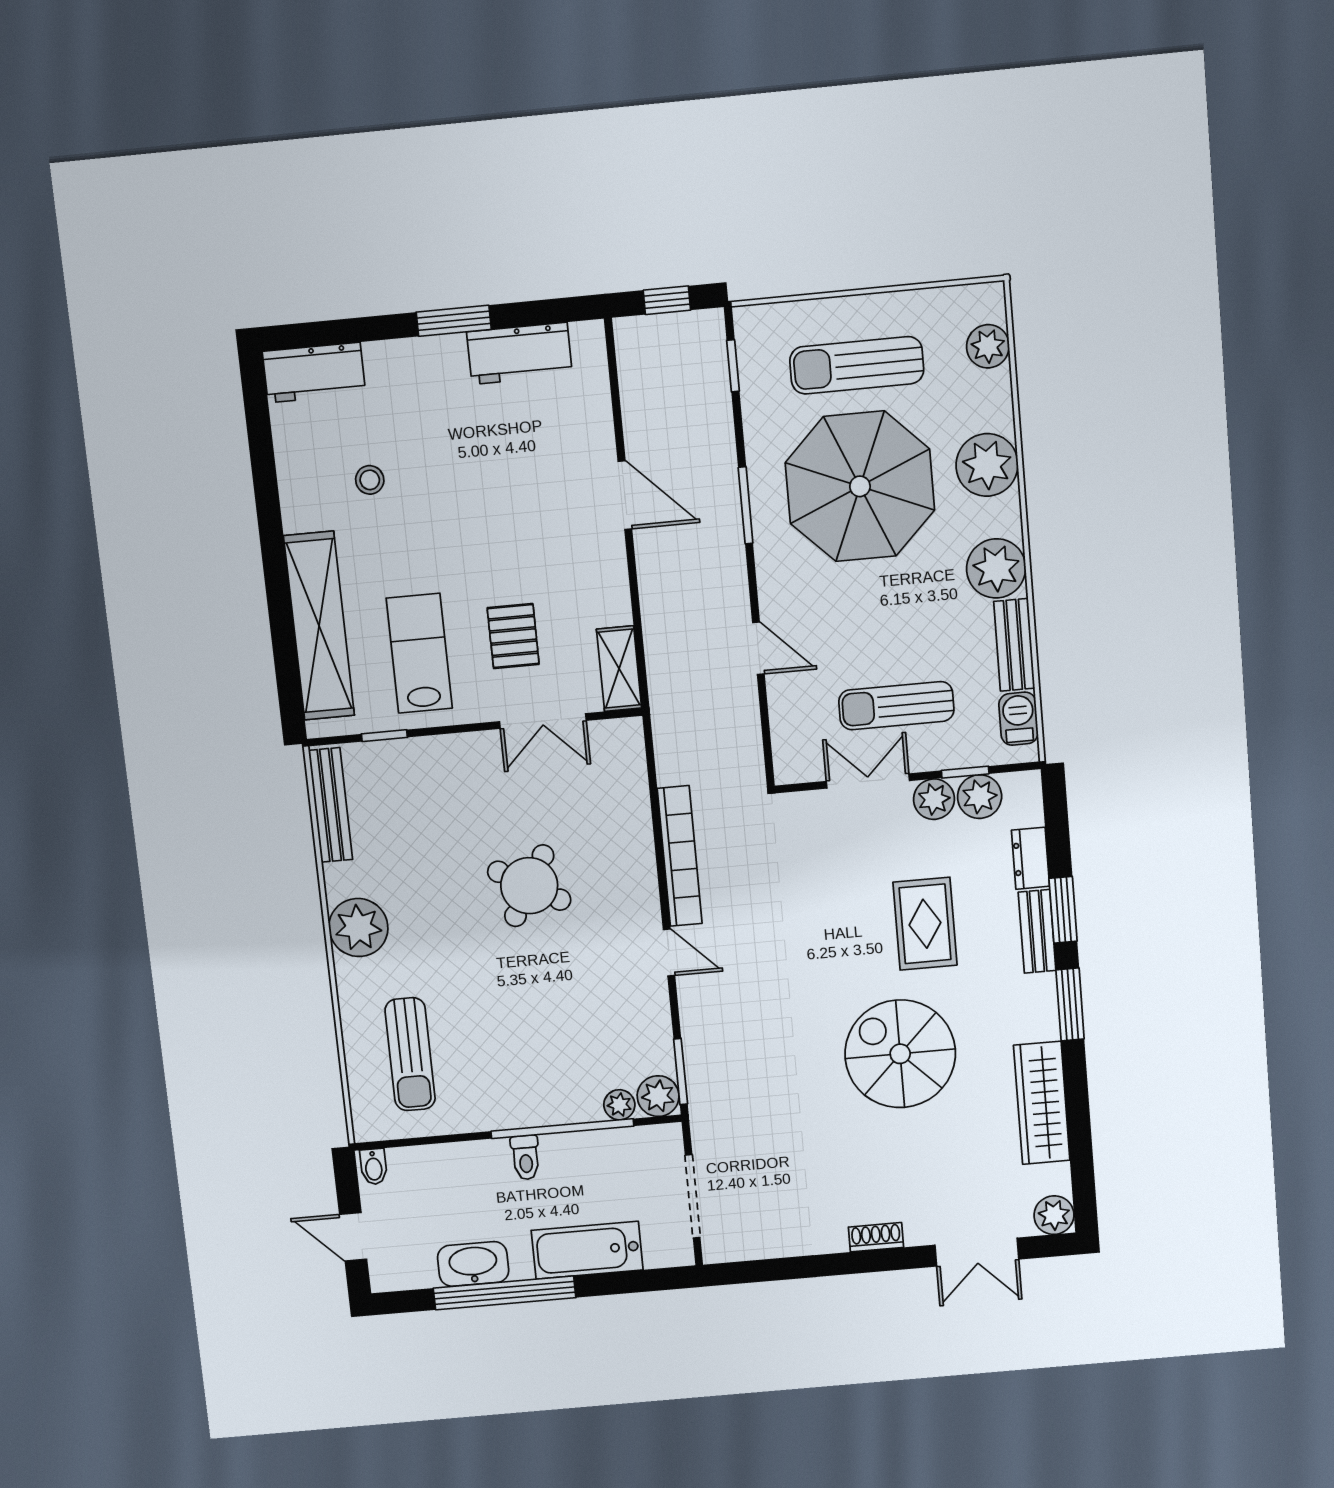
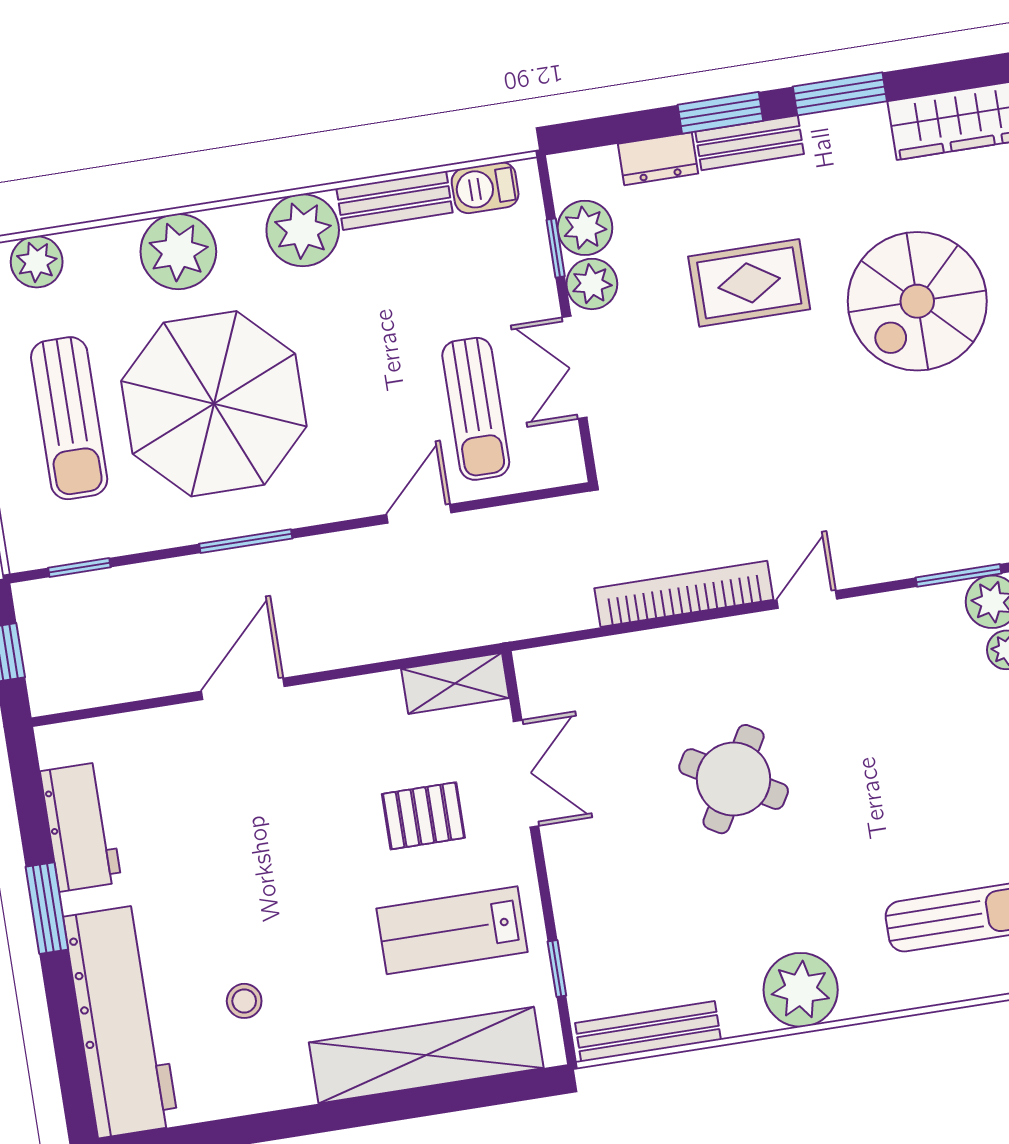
workbench: (314, 373) -> (121, 1021), width x1.88, depth x1.32
sun lounger: (896, 706) -> (476, 409), moved

